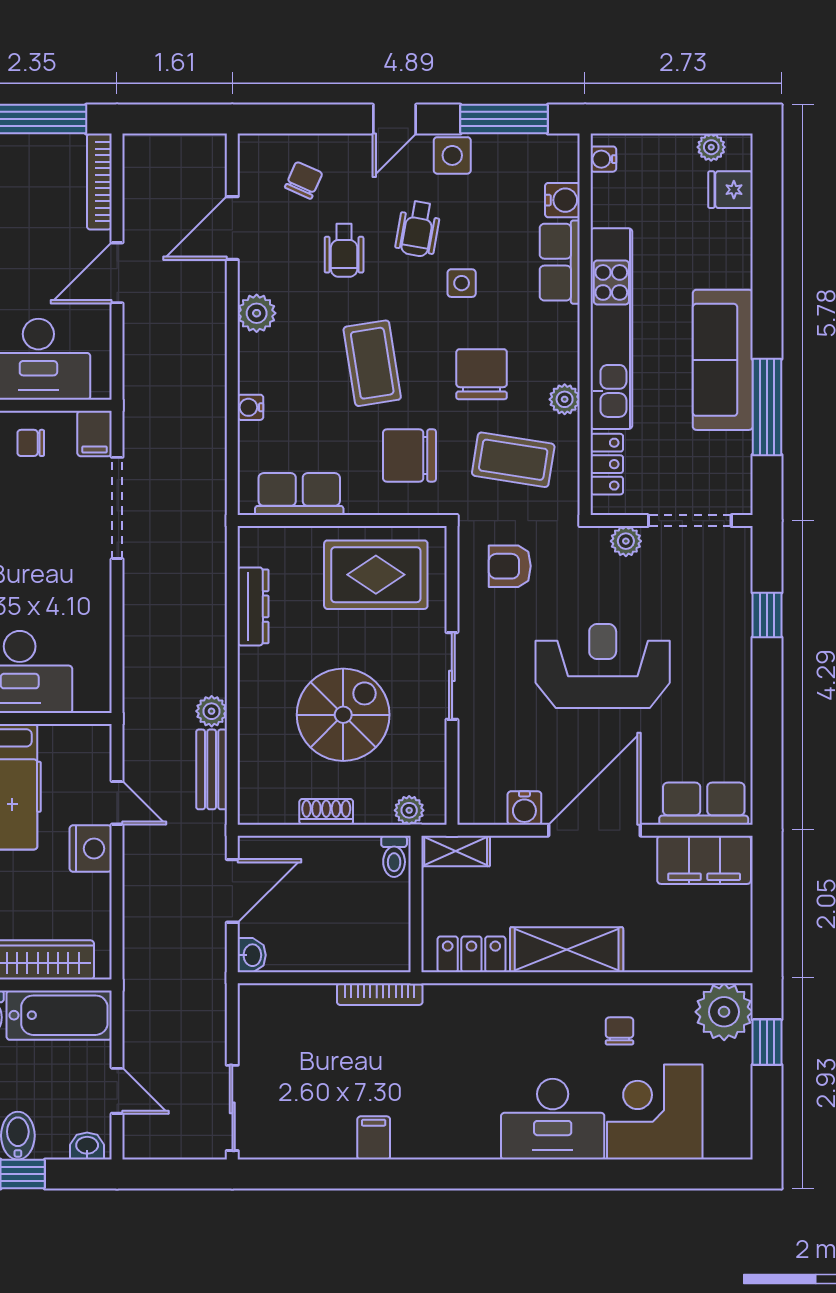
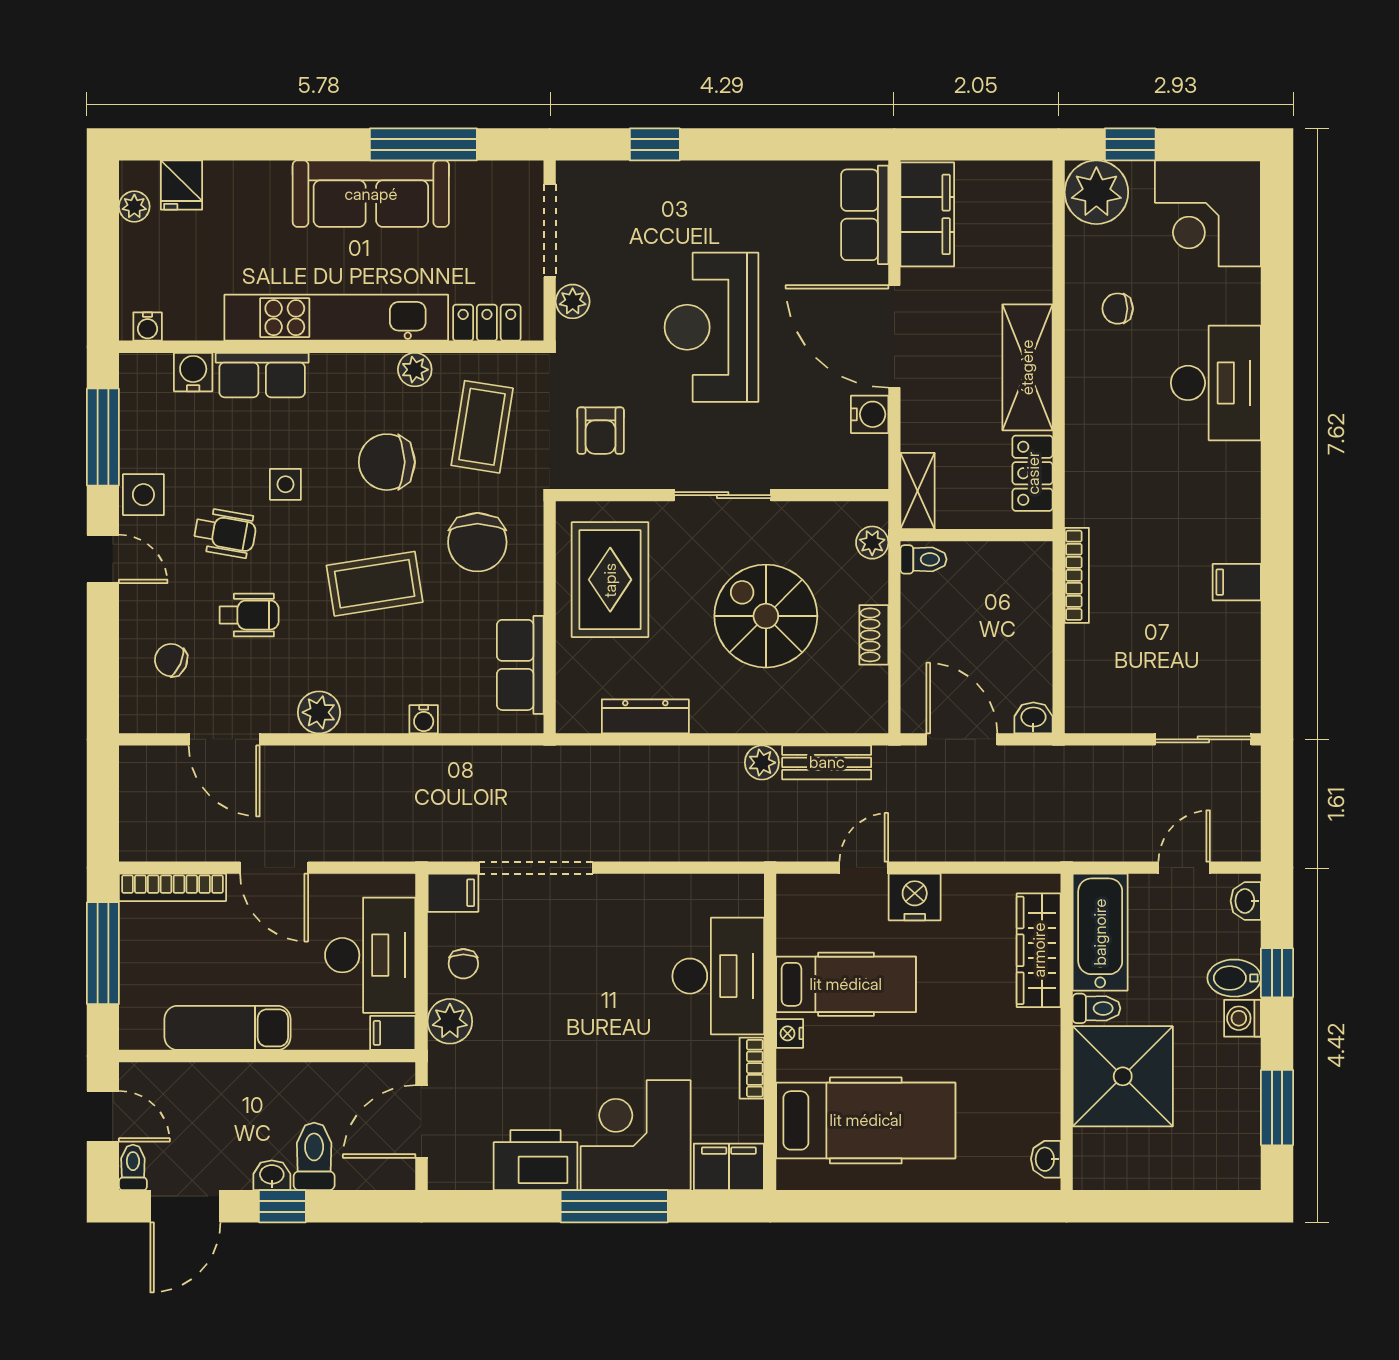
corner desk: (655, 1112) -> (1208, 213), moved

